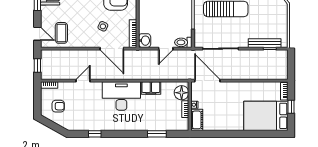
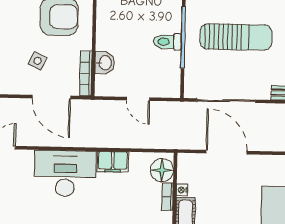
washbasin: (145, 41) -> (105, 63), moved
toilet: (183, 42) -> (167, 42), moved
door: (166, 49) -> (138, 99), hinge flipped
door: (207, 81) -> (227, 152), moved

